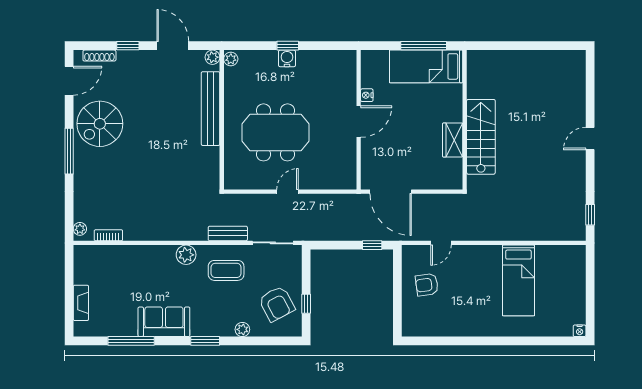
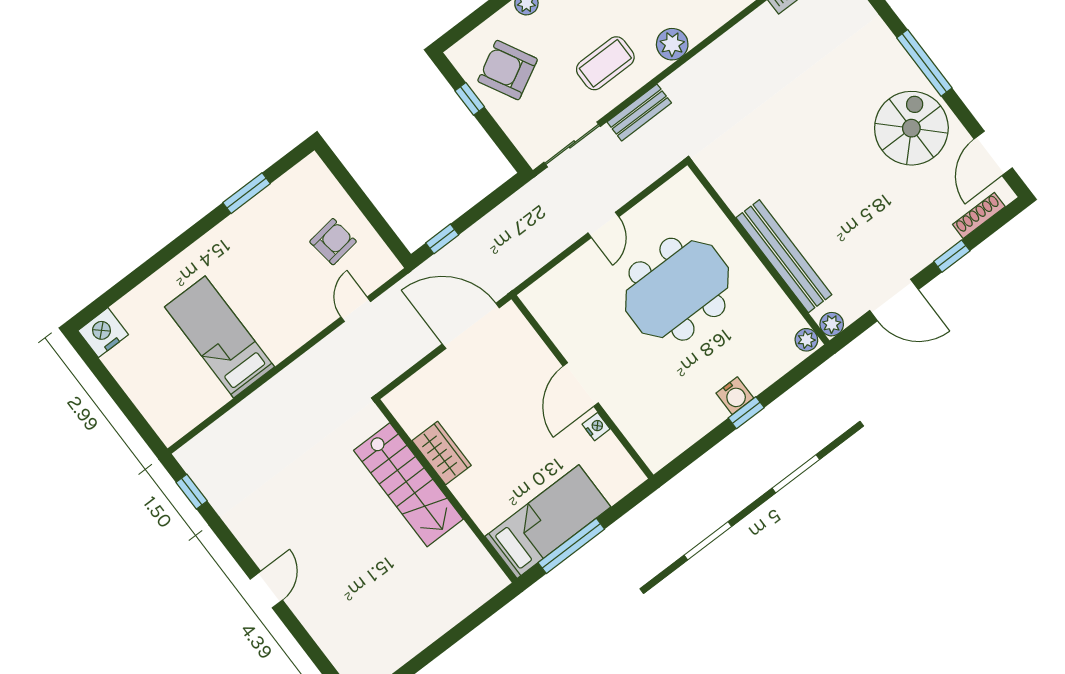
nightstand: (580, 331) -> (103, 333), width x1.89, depth x1.79
window: (451, 341) -> (247, 193), added

